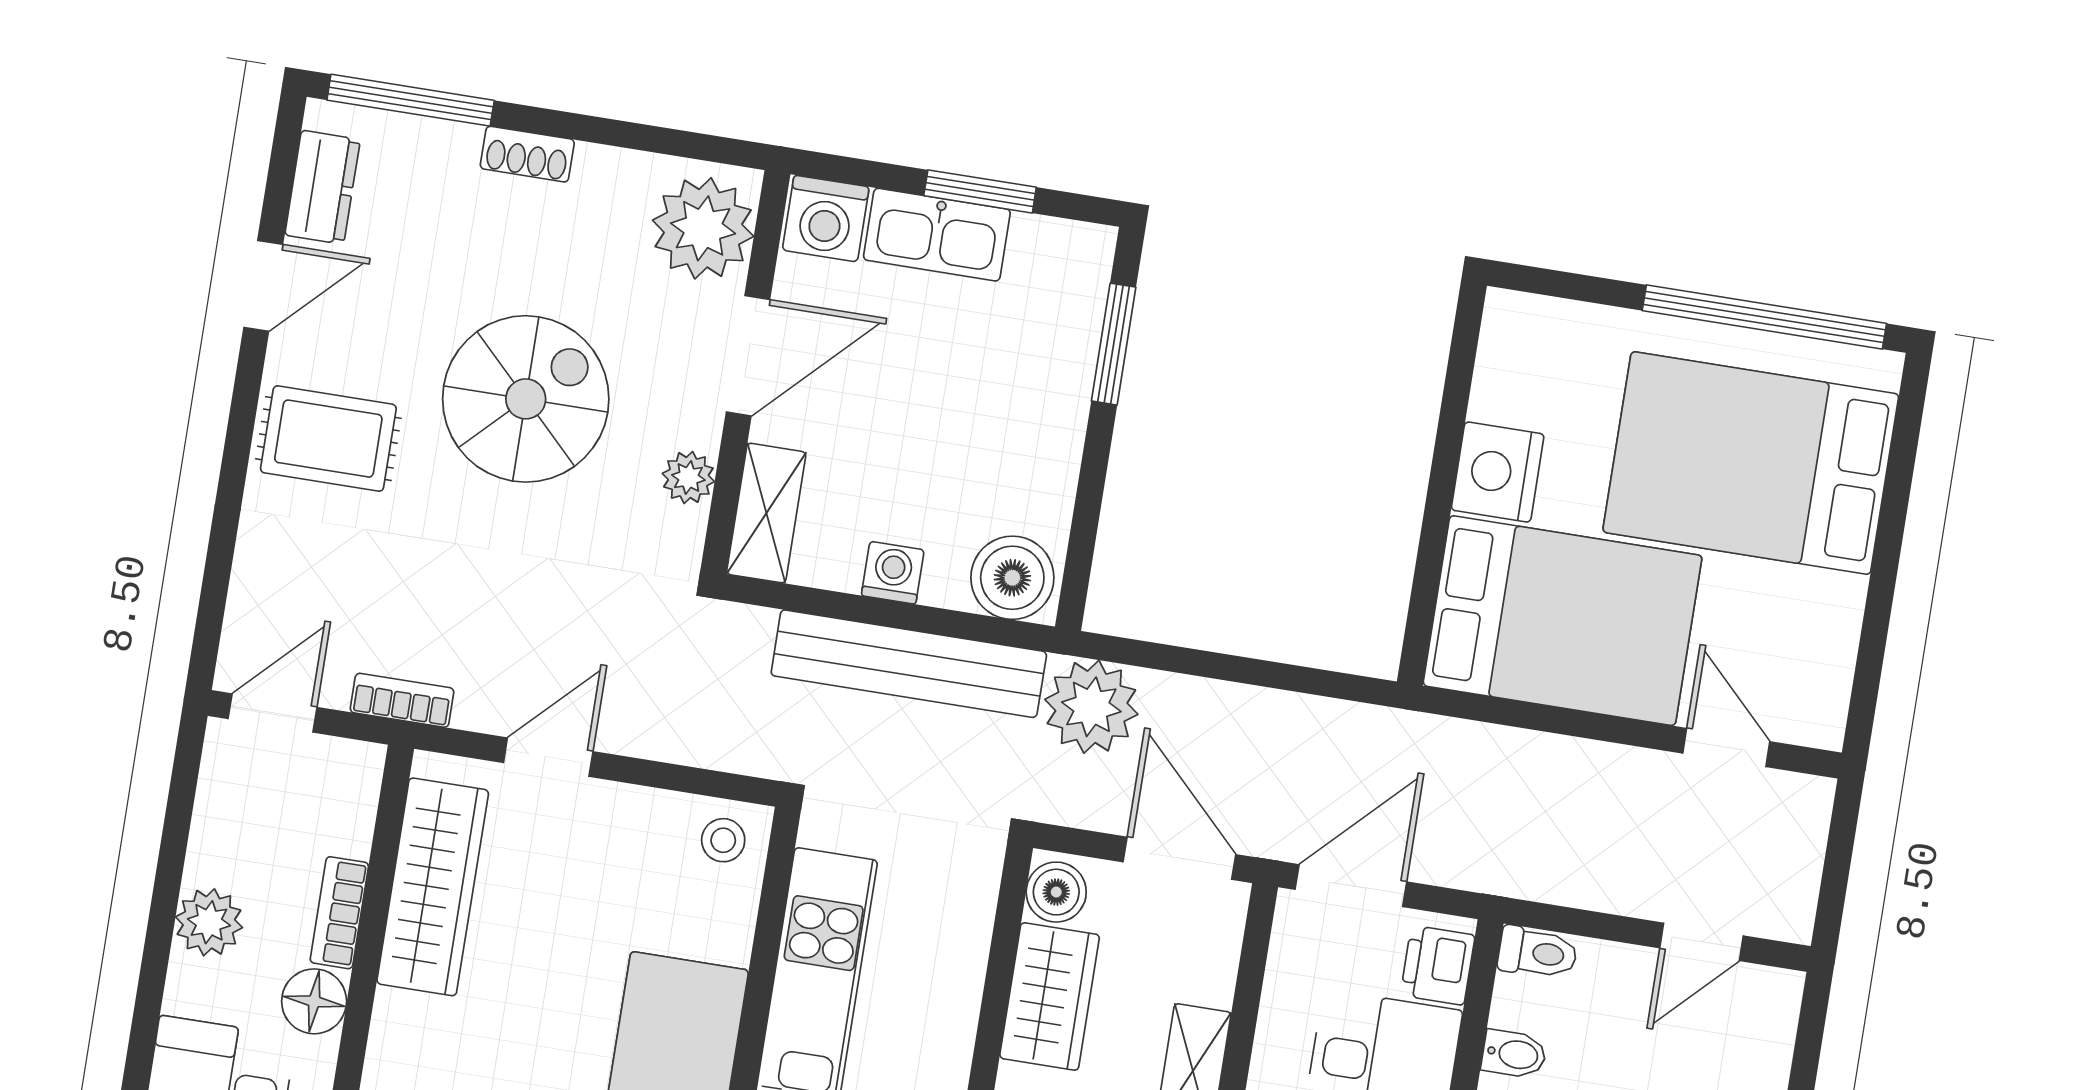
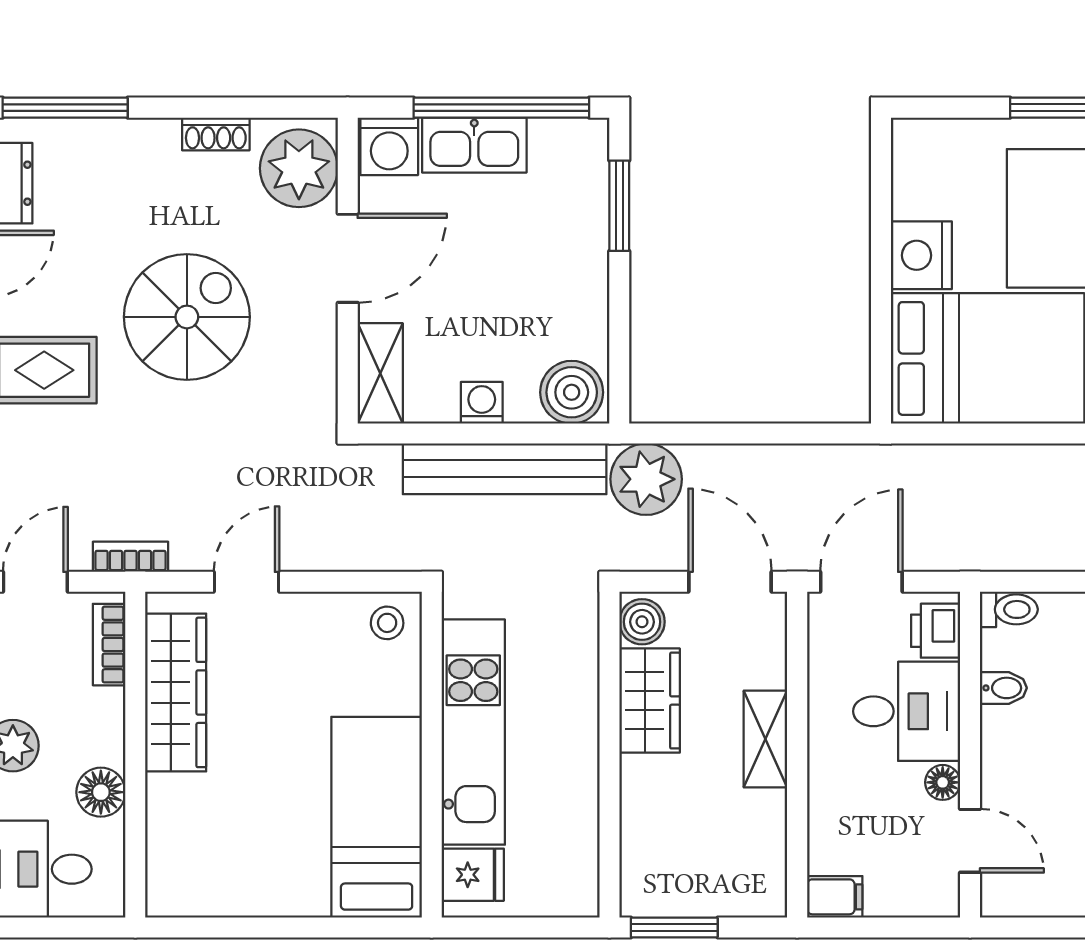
shoe rack: (527, 154) -> (216, 134), moved
window: (980, 191) -> (501, 108), width x2.11
plant: (688, 478) -> (318, 356), removed
bookcase: (339, 913) -> (109, 645), moved

